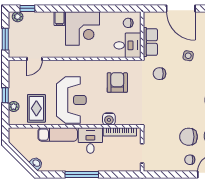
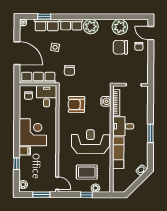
window: (27, 8) -> (17, 164), moved
door: (181, 8) -> (17, 53), hinge flipped
row of seats: (150, 42) -> (38, 78), width x1.48
door: (35, 59) -> (57, 183), moved
rug: (36, 108) -> (87, 172), moved
water cooler: (109, 119) -> (106, 101), moved
chair: (189, 137) -> (120, 47), turned 90
window: (82, 174) -> (150, 133), width x0.69

